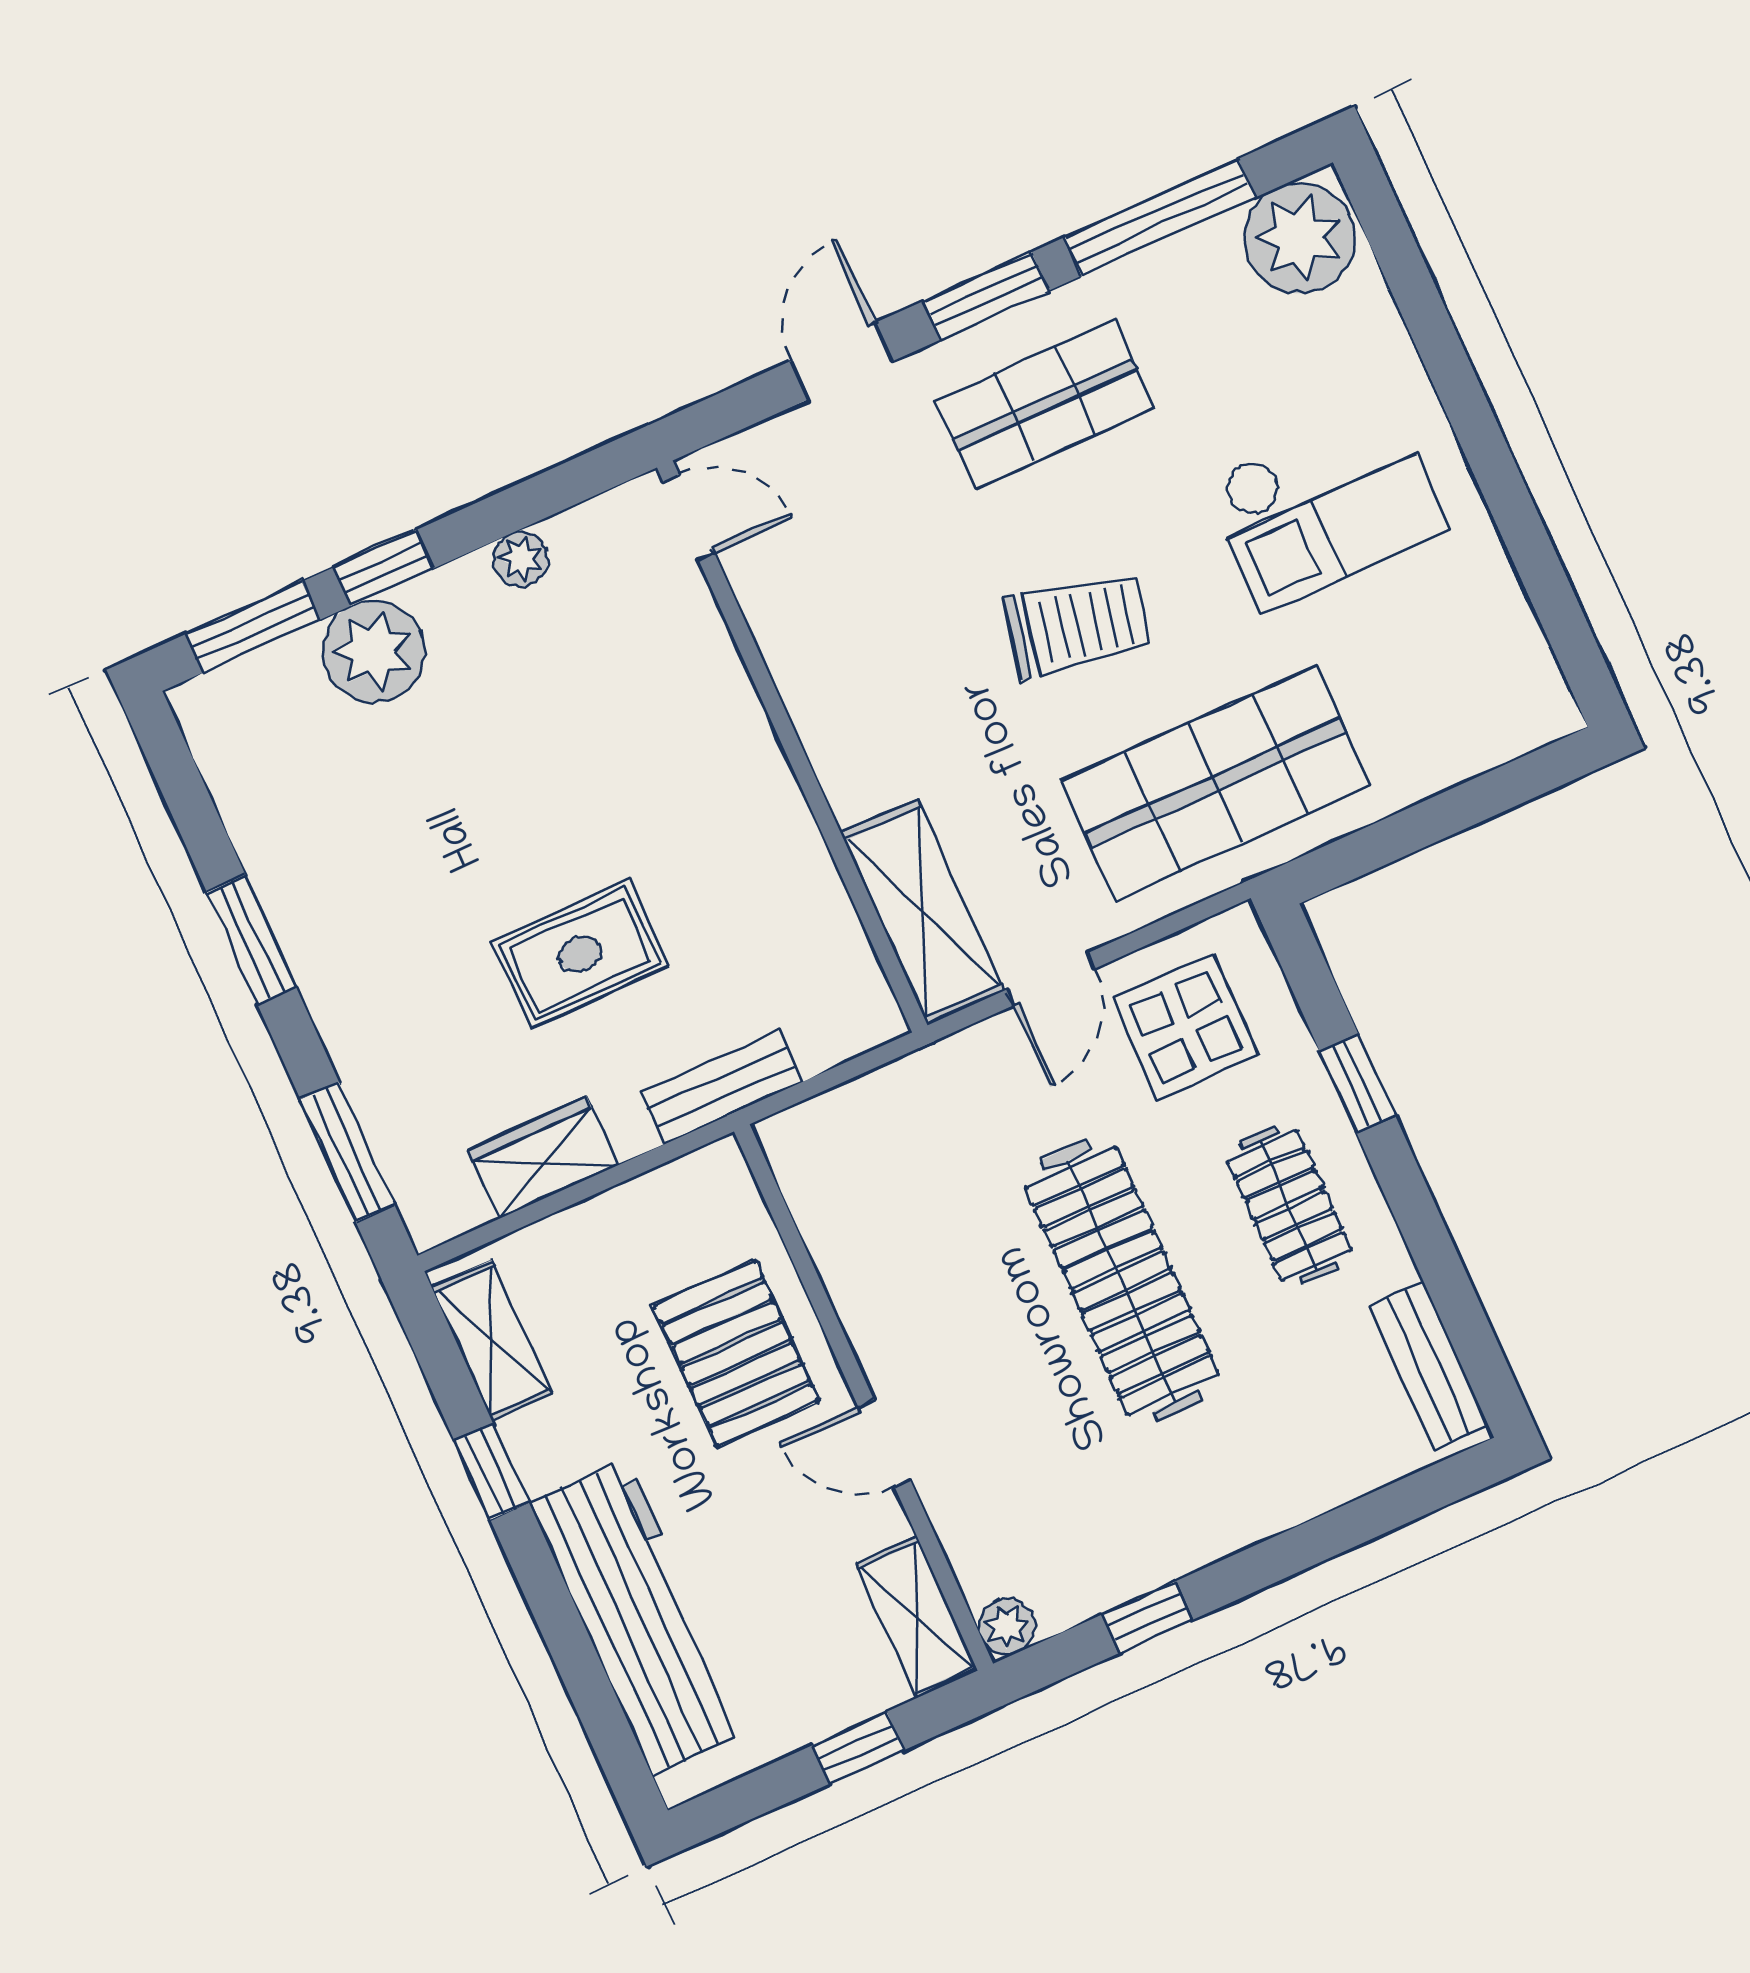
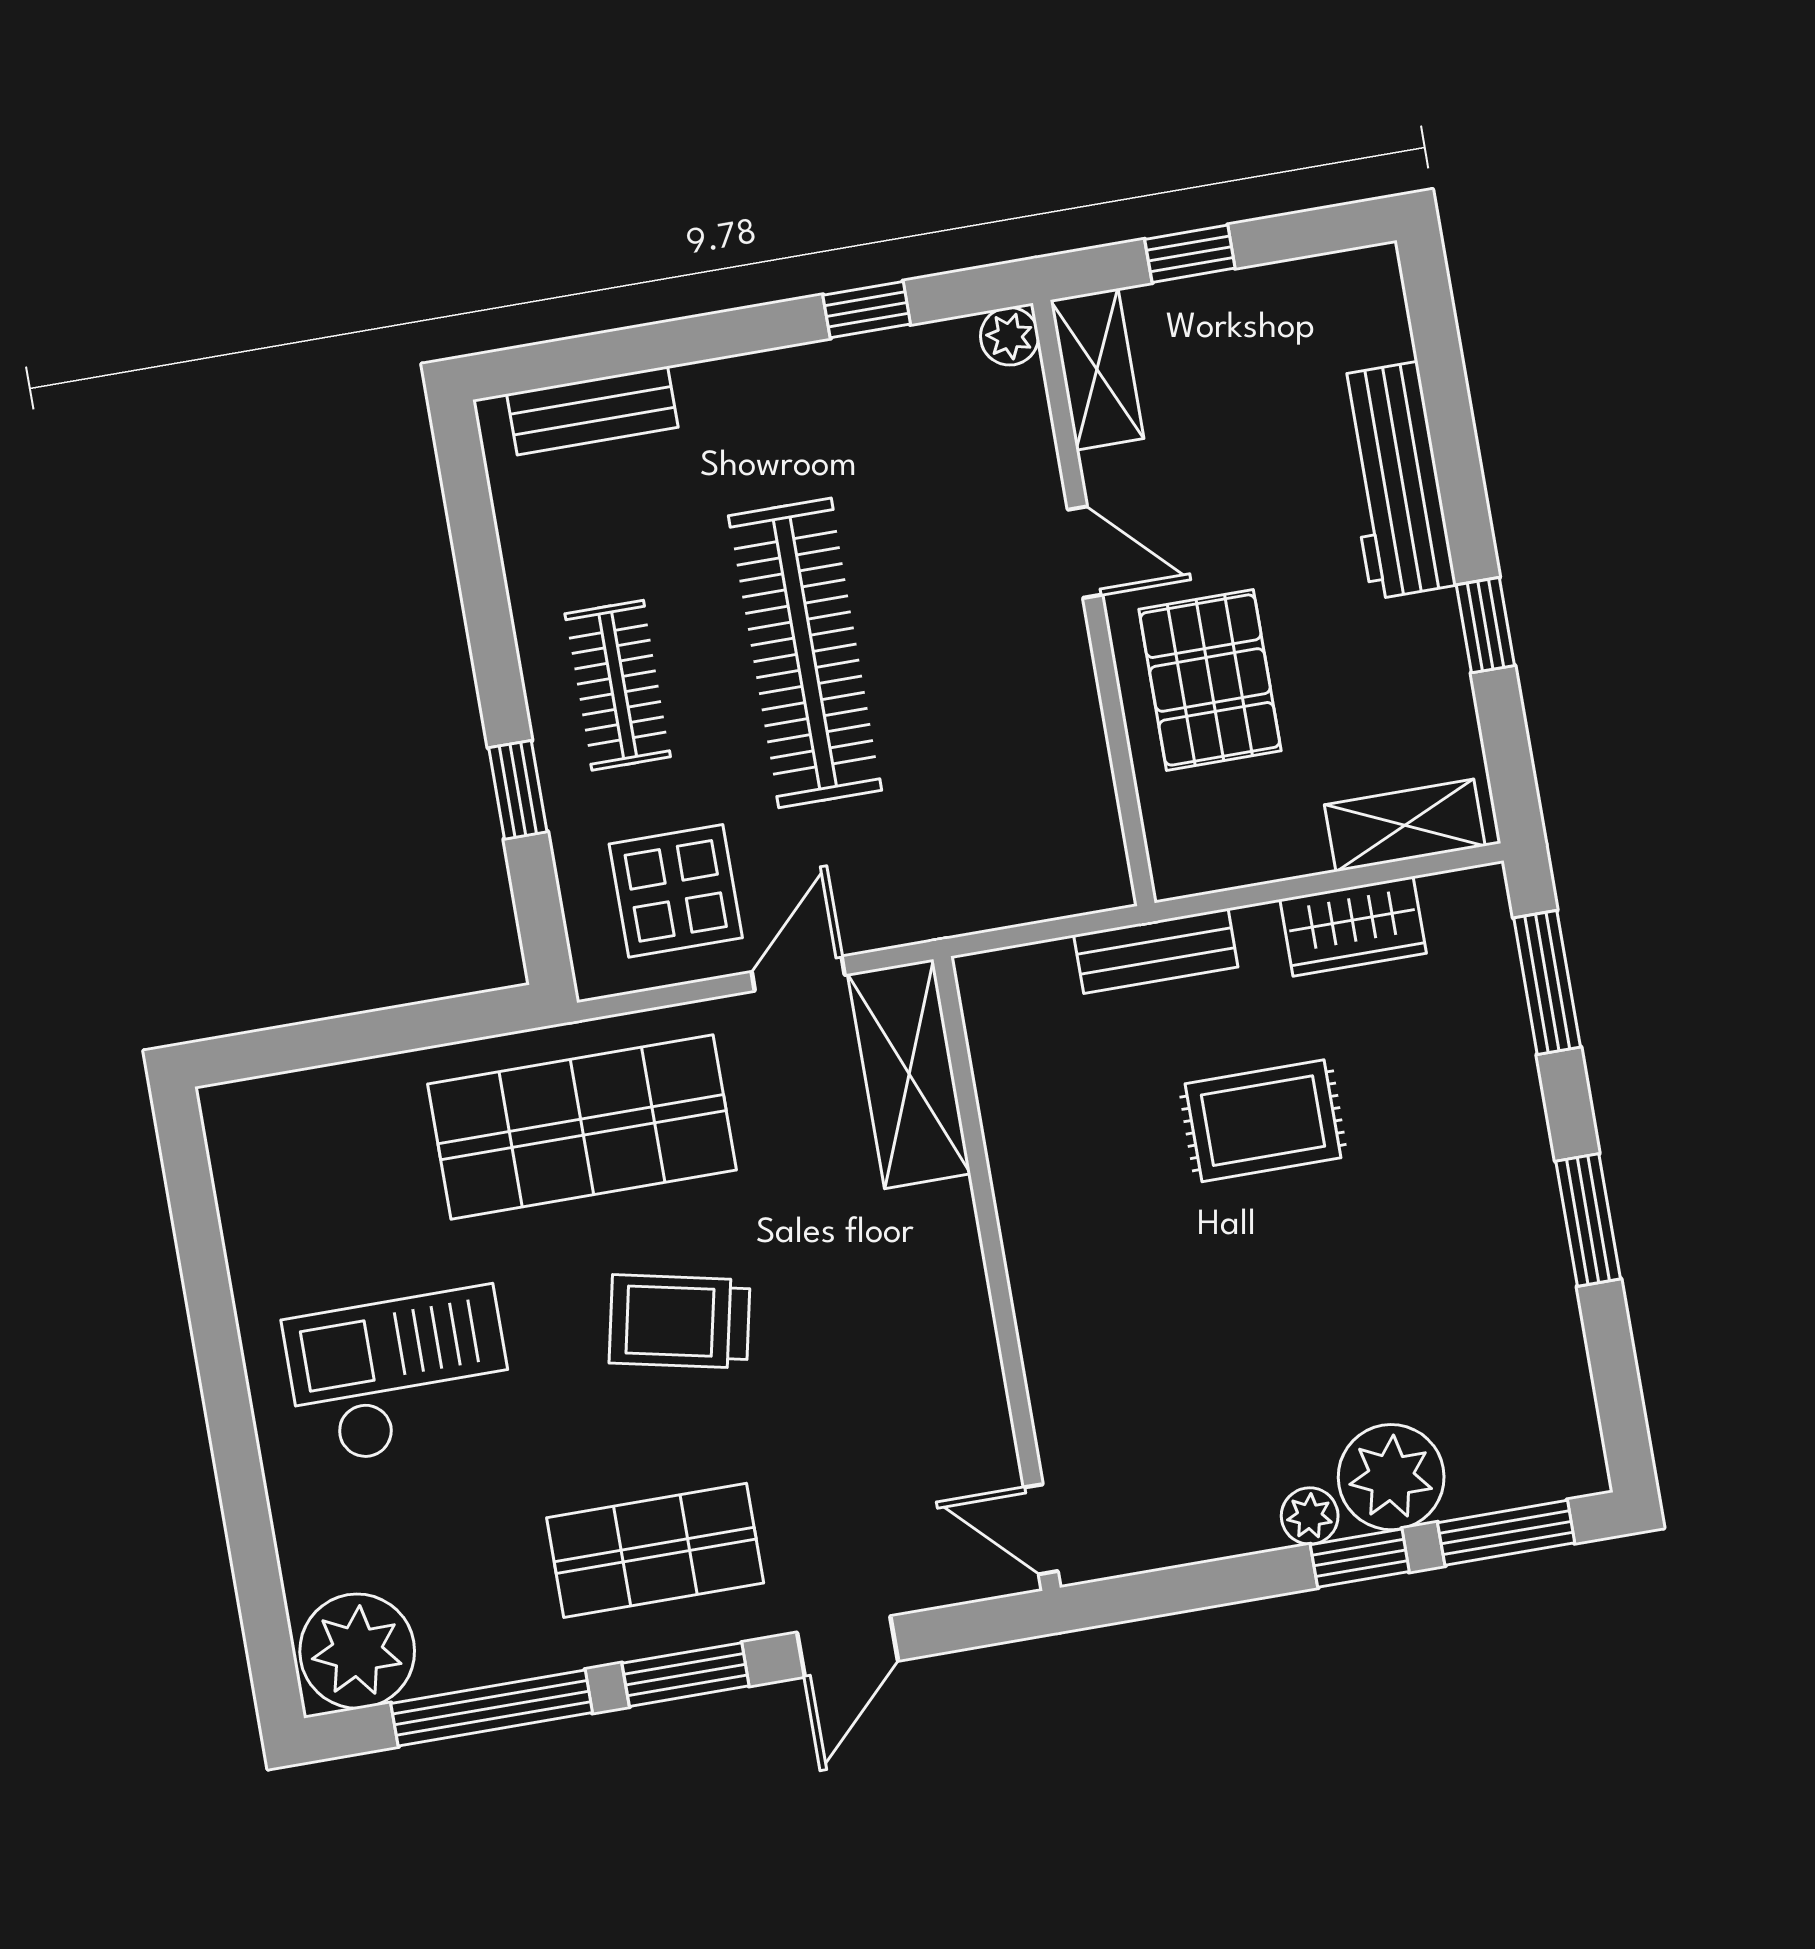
plant: (521, 559) -> (1310, 1516), moved
shelving: (492, 1340) -> (1405, 825), moved, turned 90
bench: (1429, 1366) -> (592, 411), moved, turned 90
workbench: (640, 1616) -> (1395, 480), width x0.73, depth x0.76

